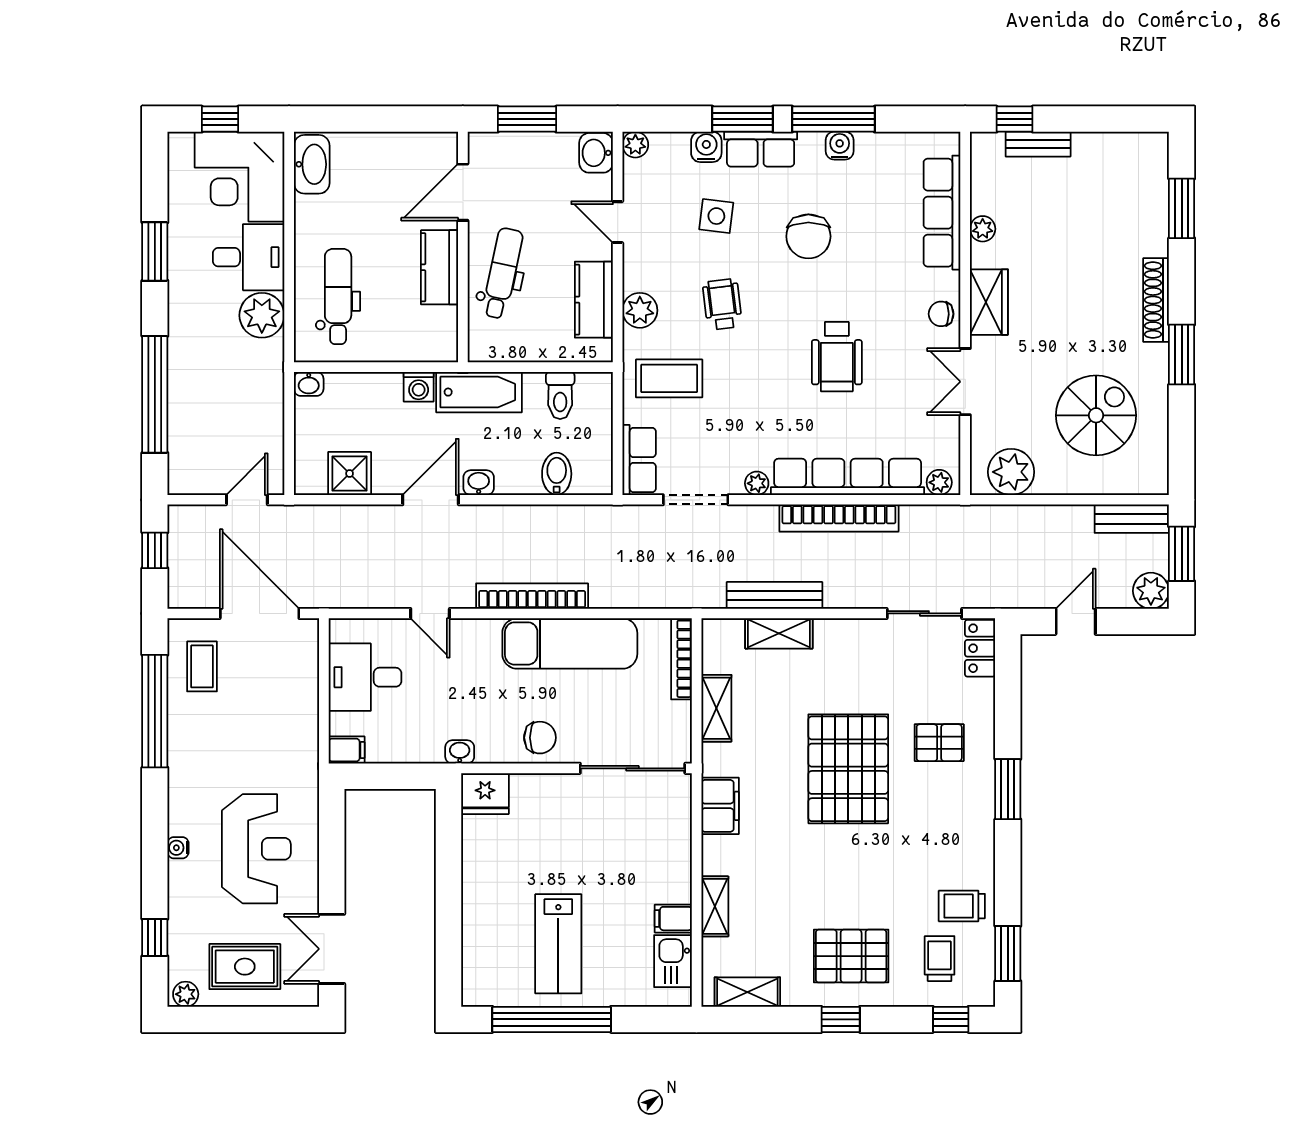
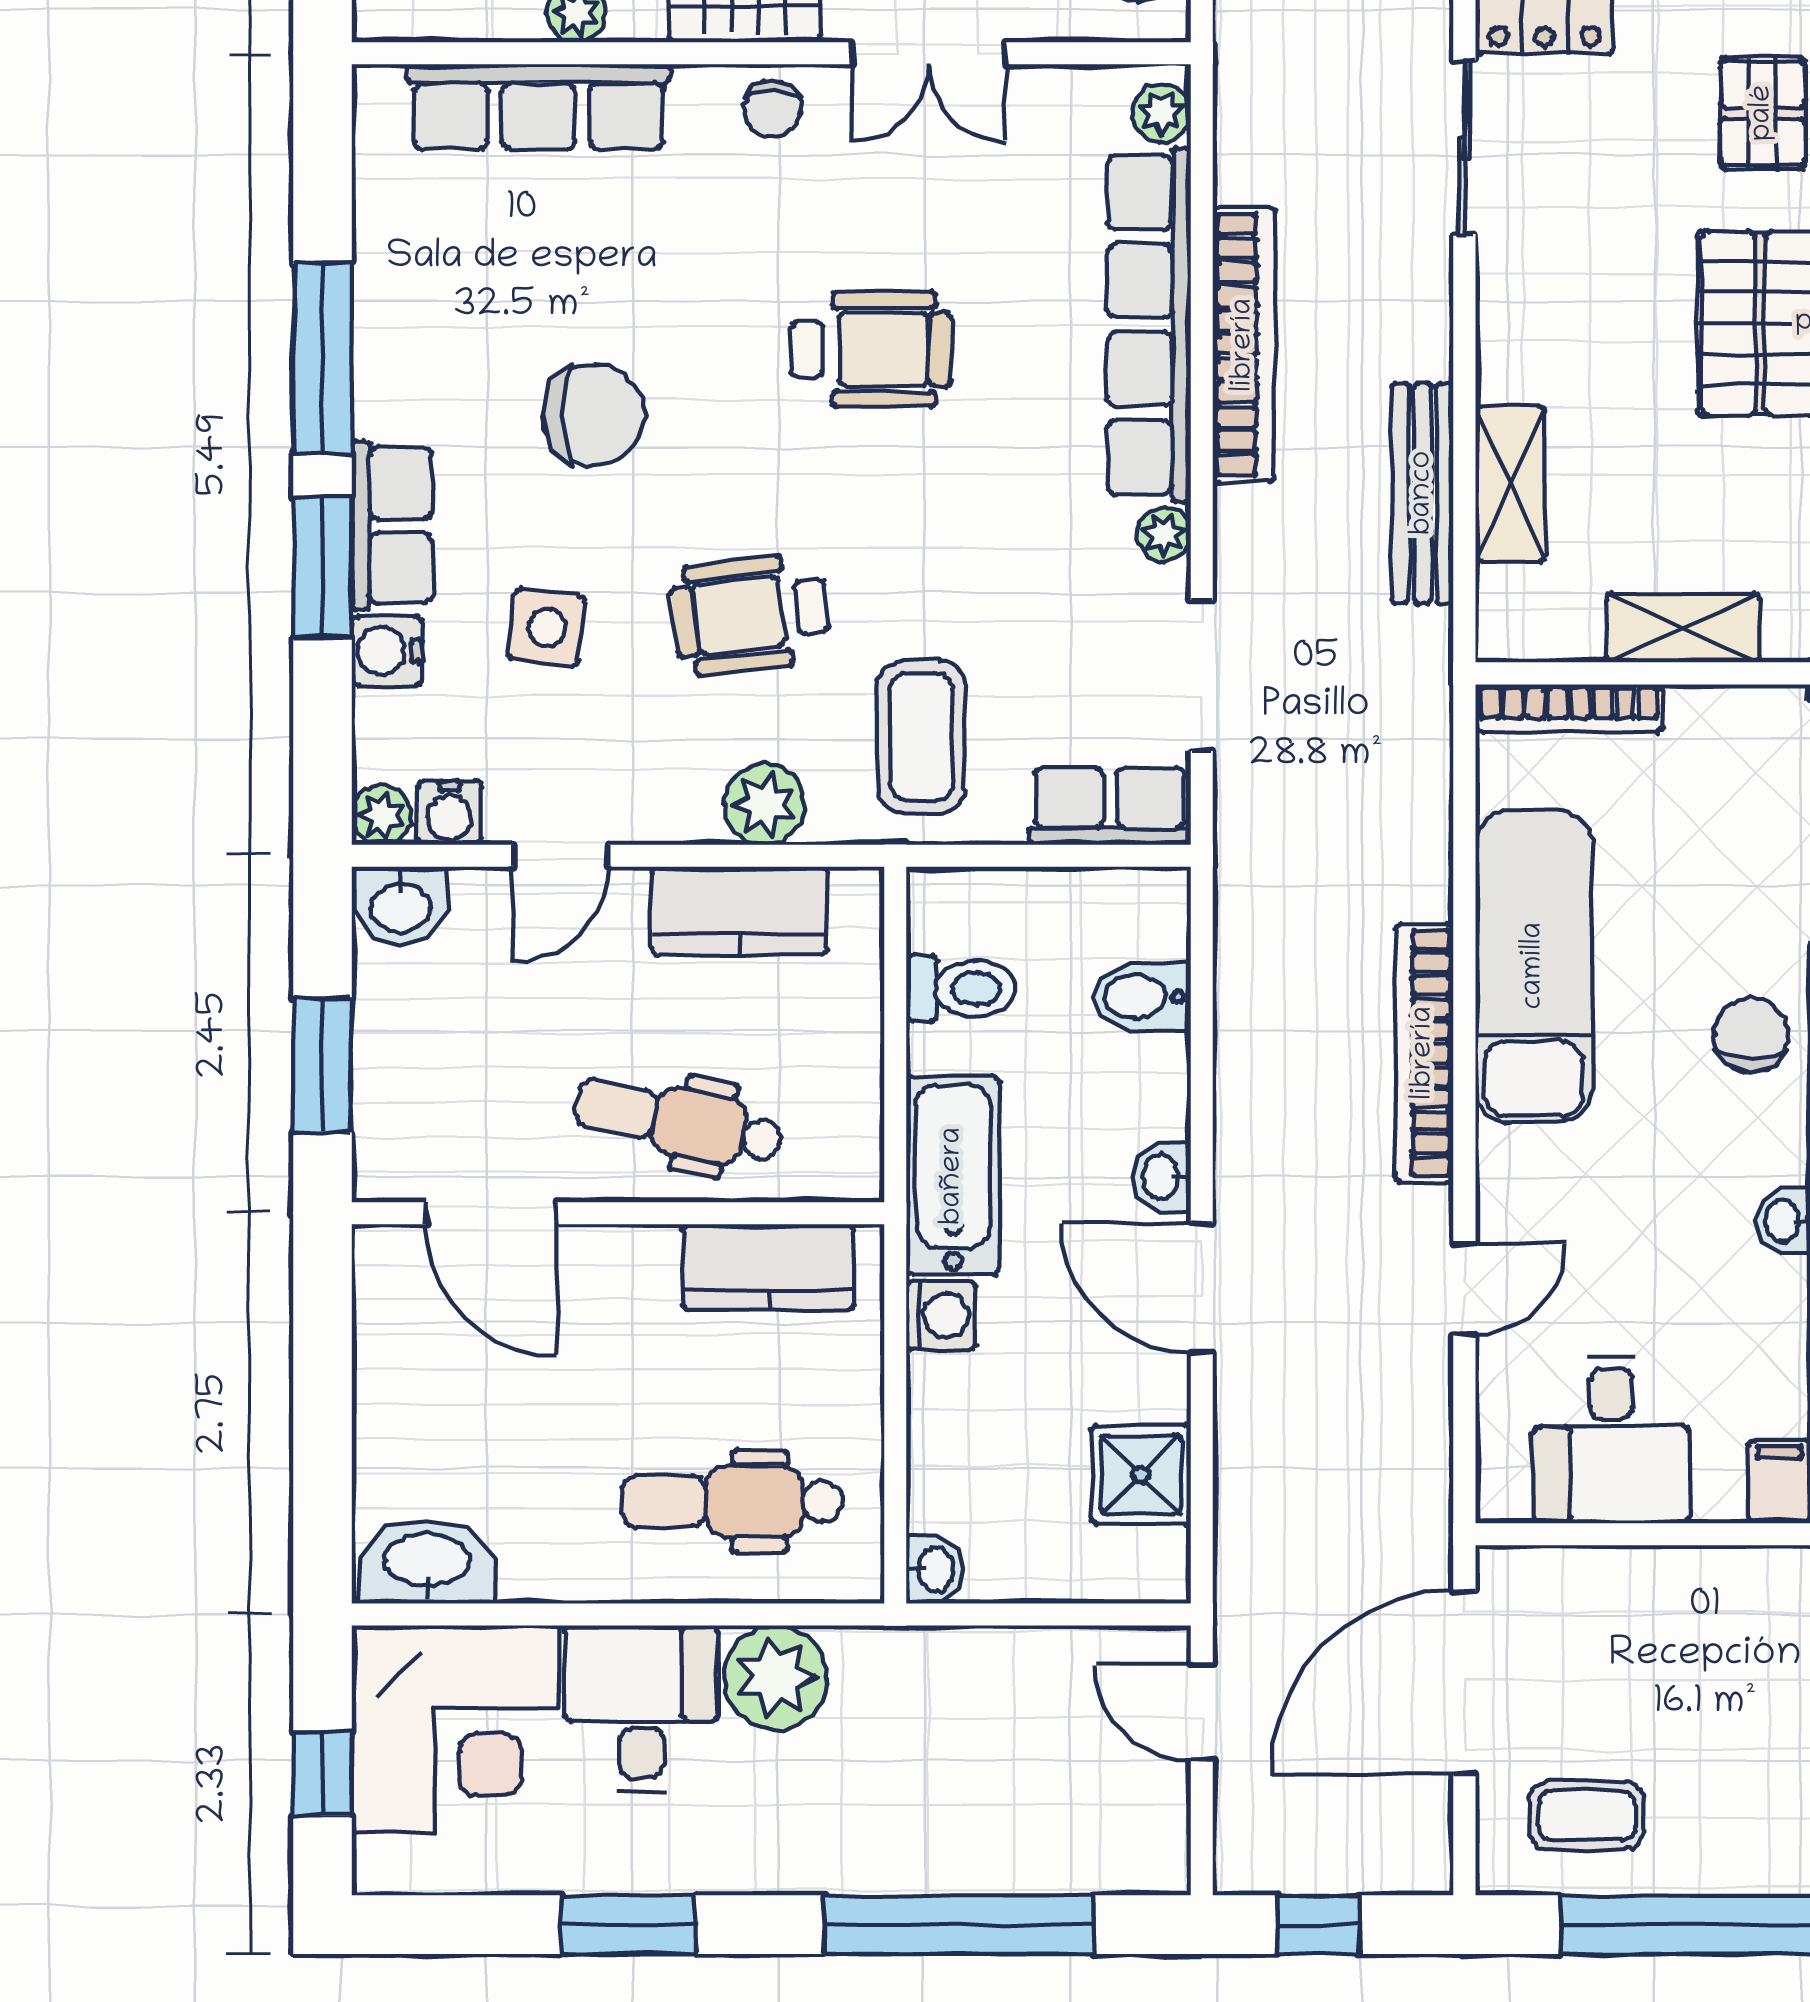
water cooler: (840, 146) -> (449, 813), moved, turned -90
kitchen counter: (440, 267) -> (768, 1267), moved
wheelchair: (722, 304) -> (750, 614), width x1.36, depth x1.37

